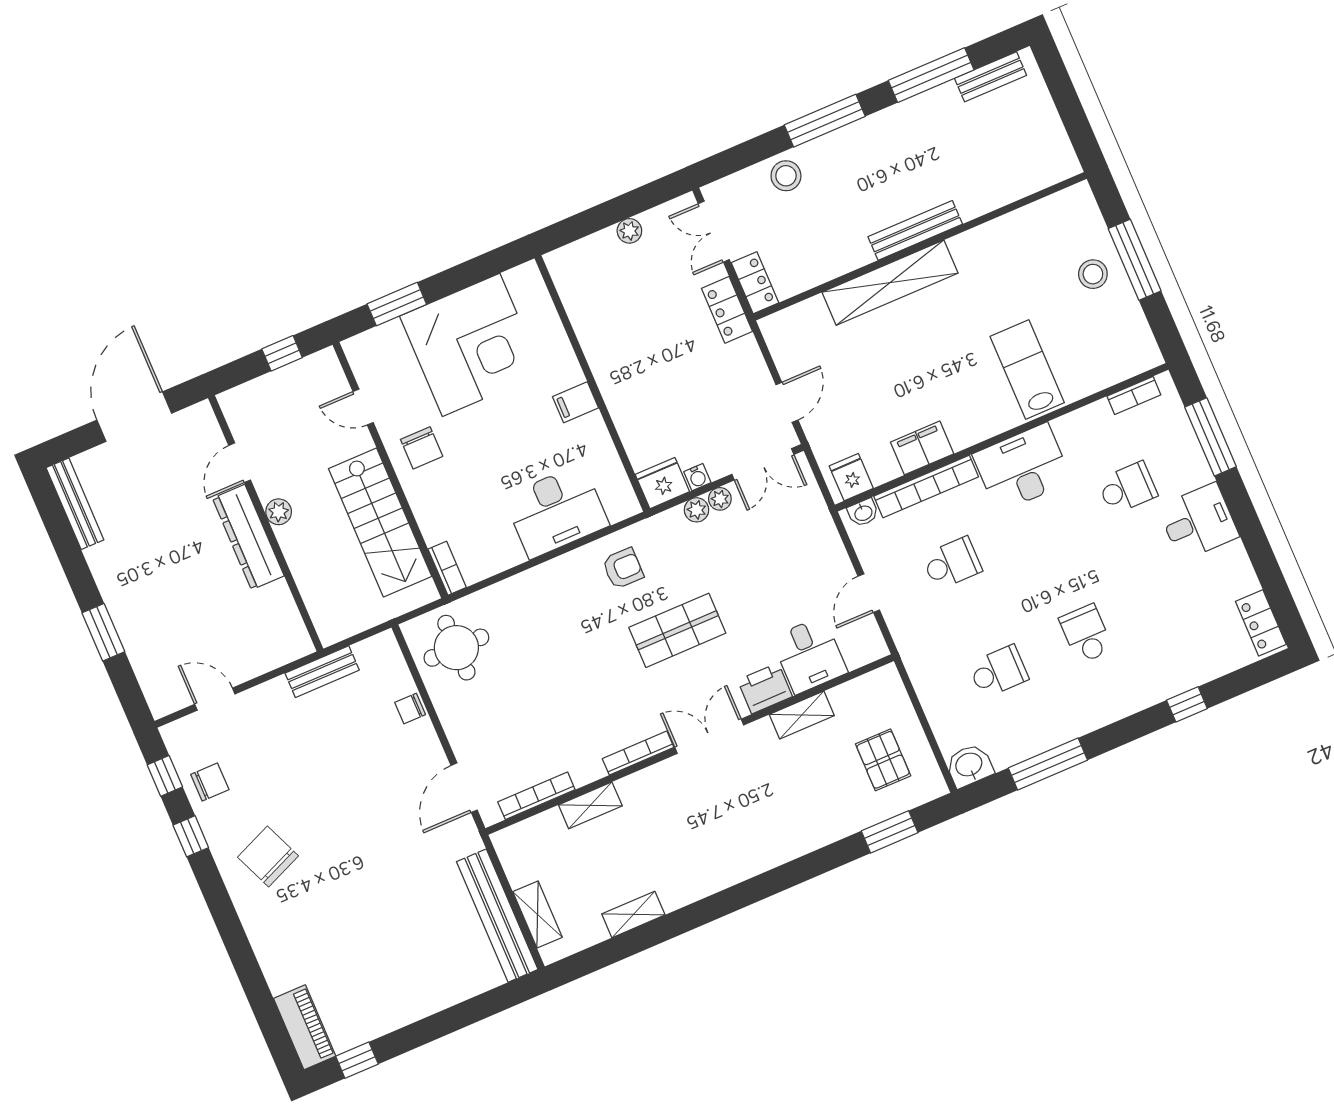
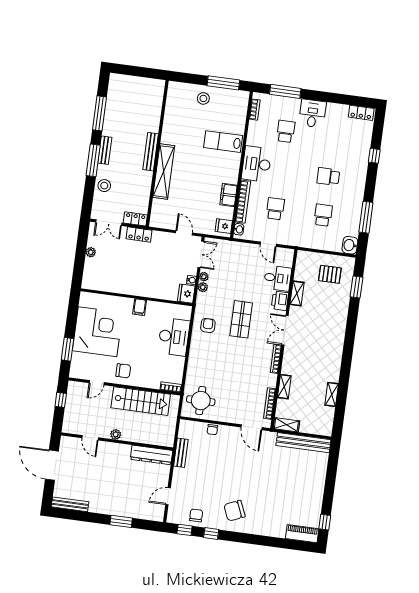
bench: (991, 77) -> (105, 150), moved
window: (1135, 260) -> (223, 83), moved
dresser: (248, 537) -> (152, 455), moved
shelving: (537, 915) -> (286, 425), moved

